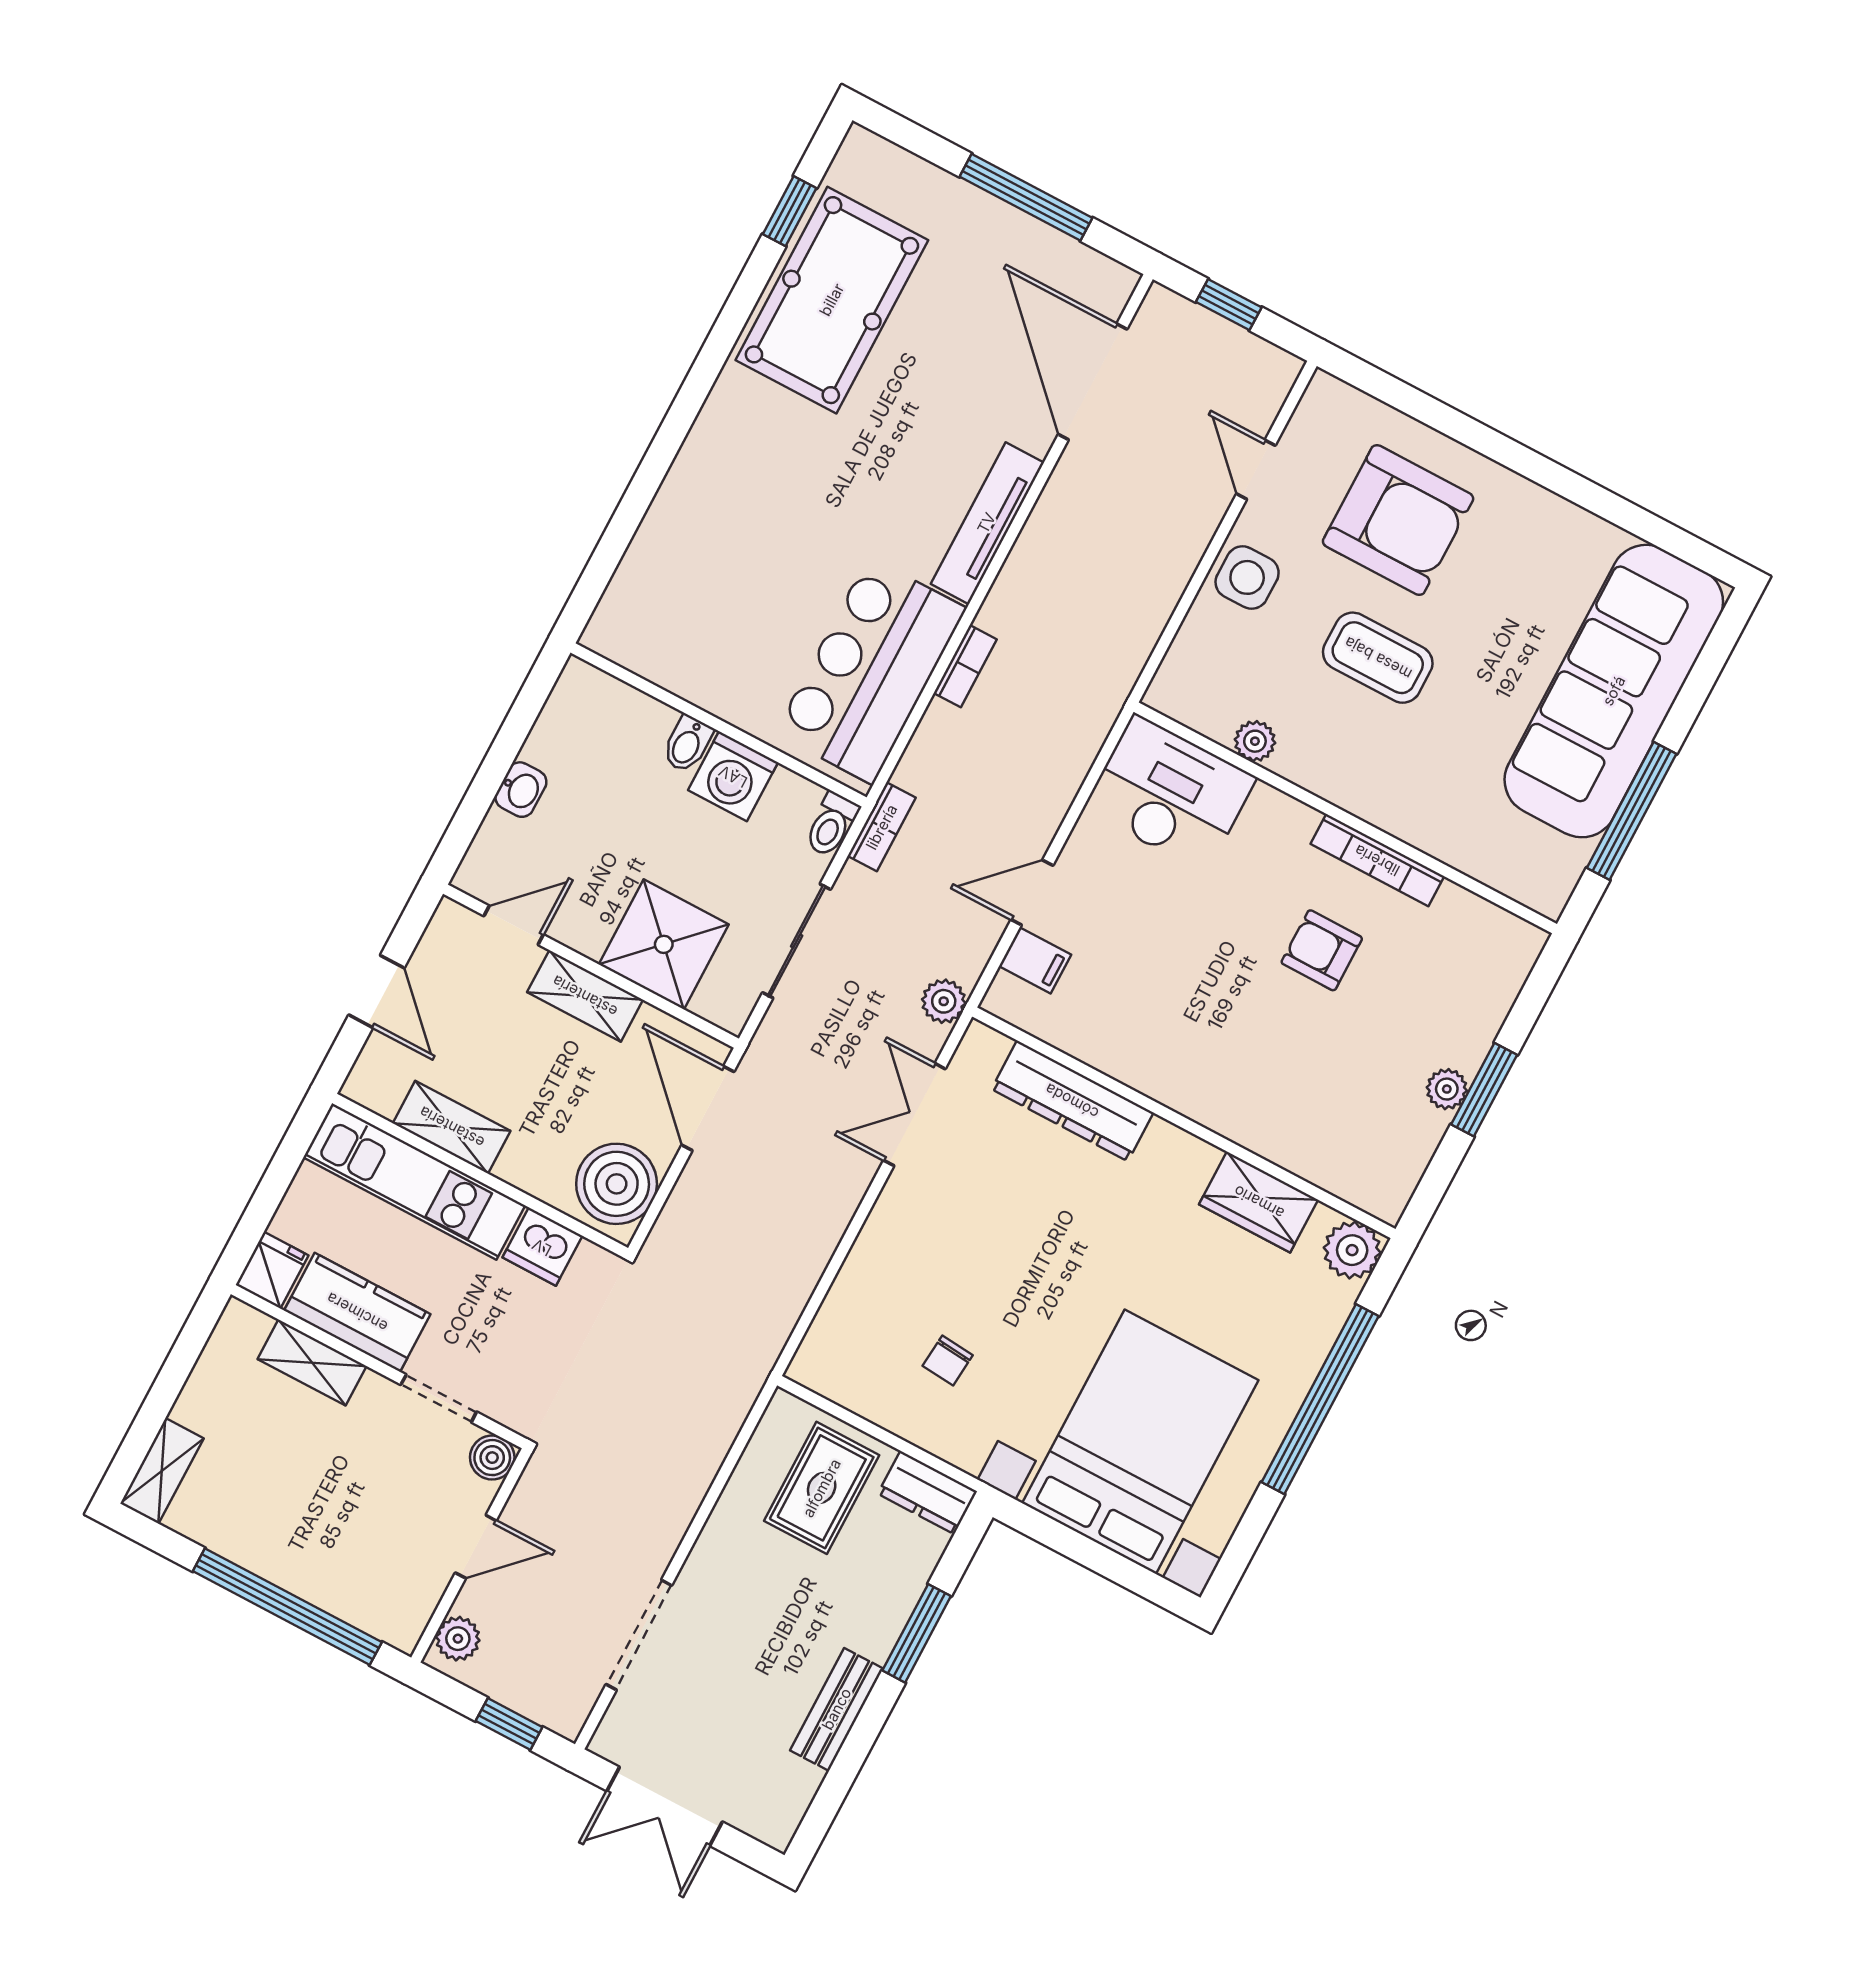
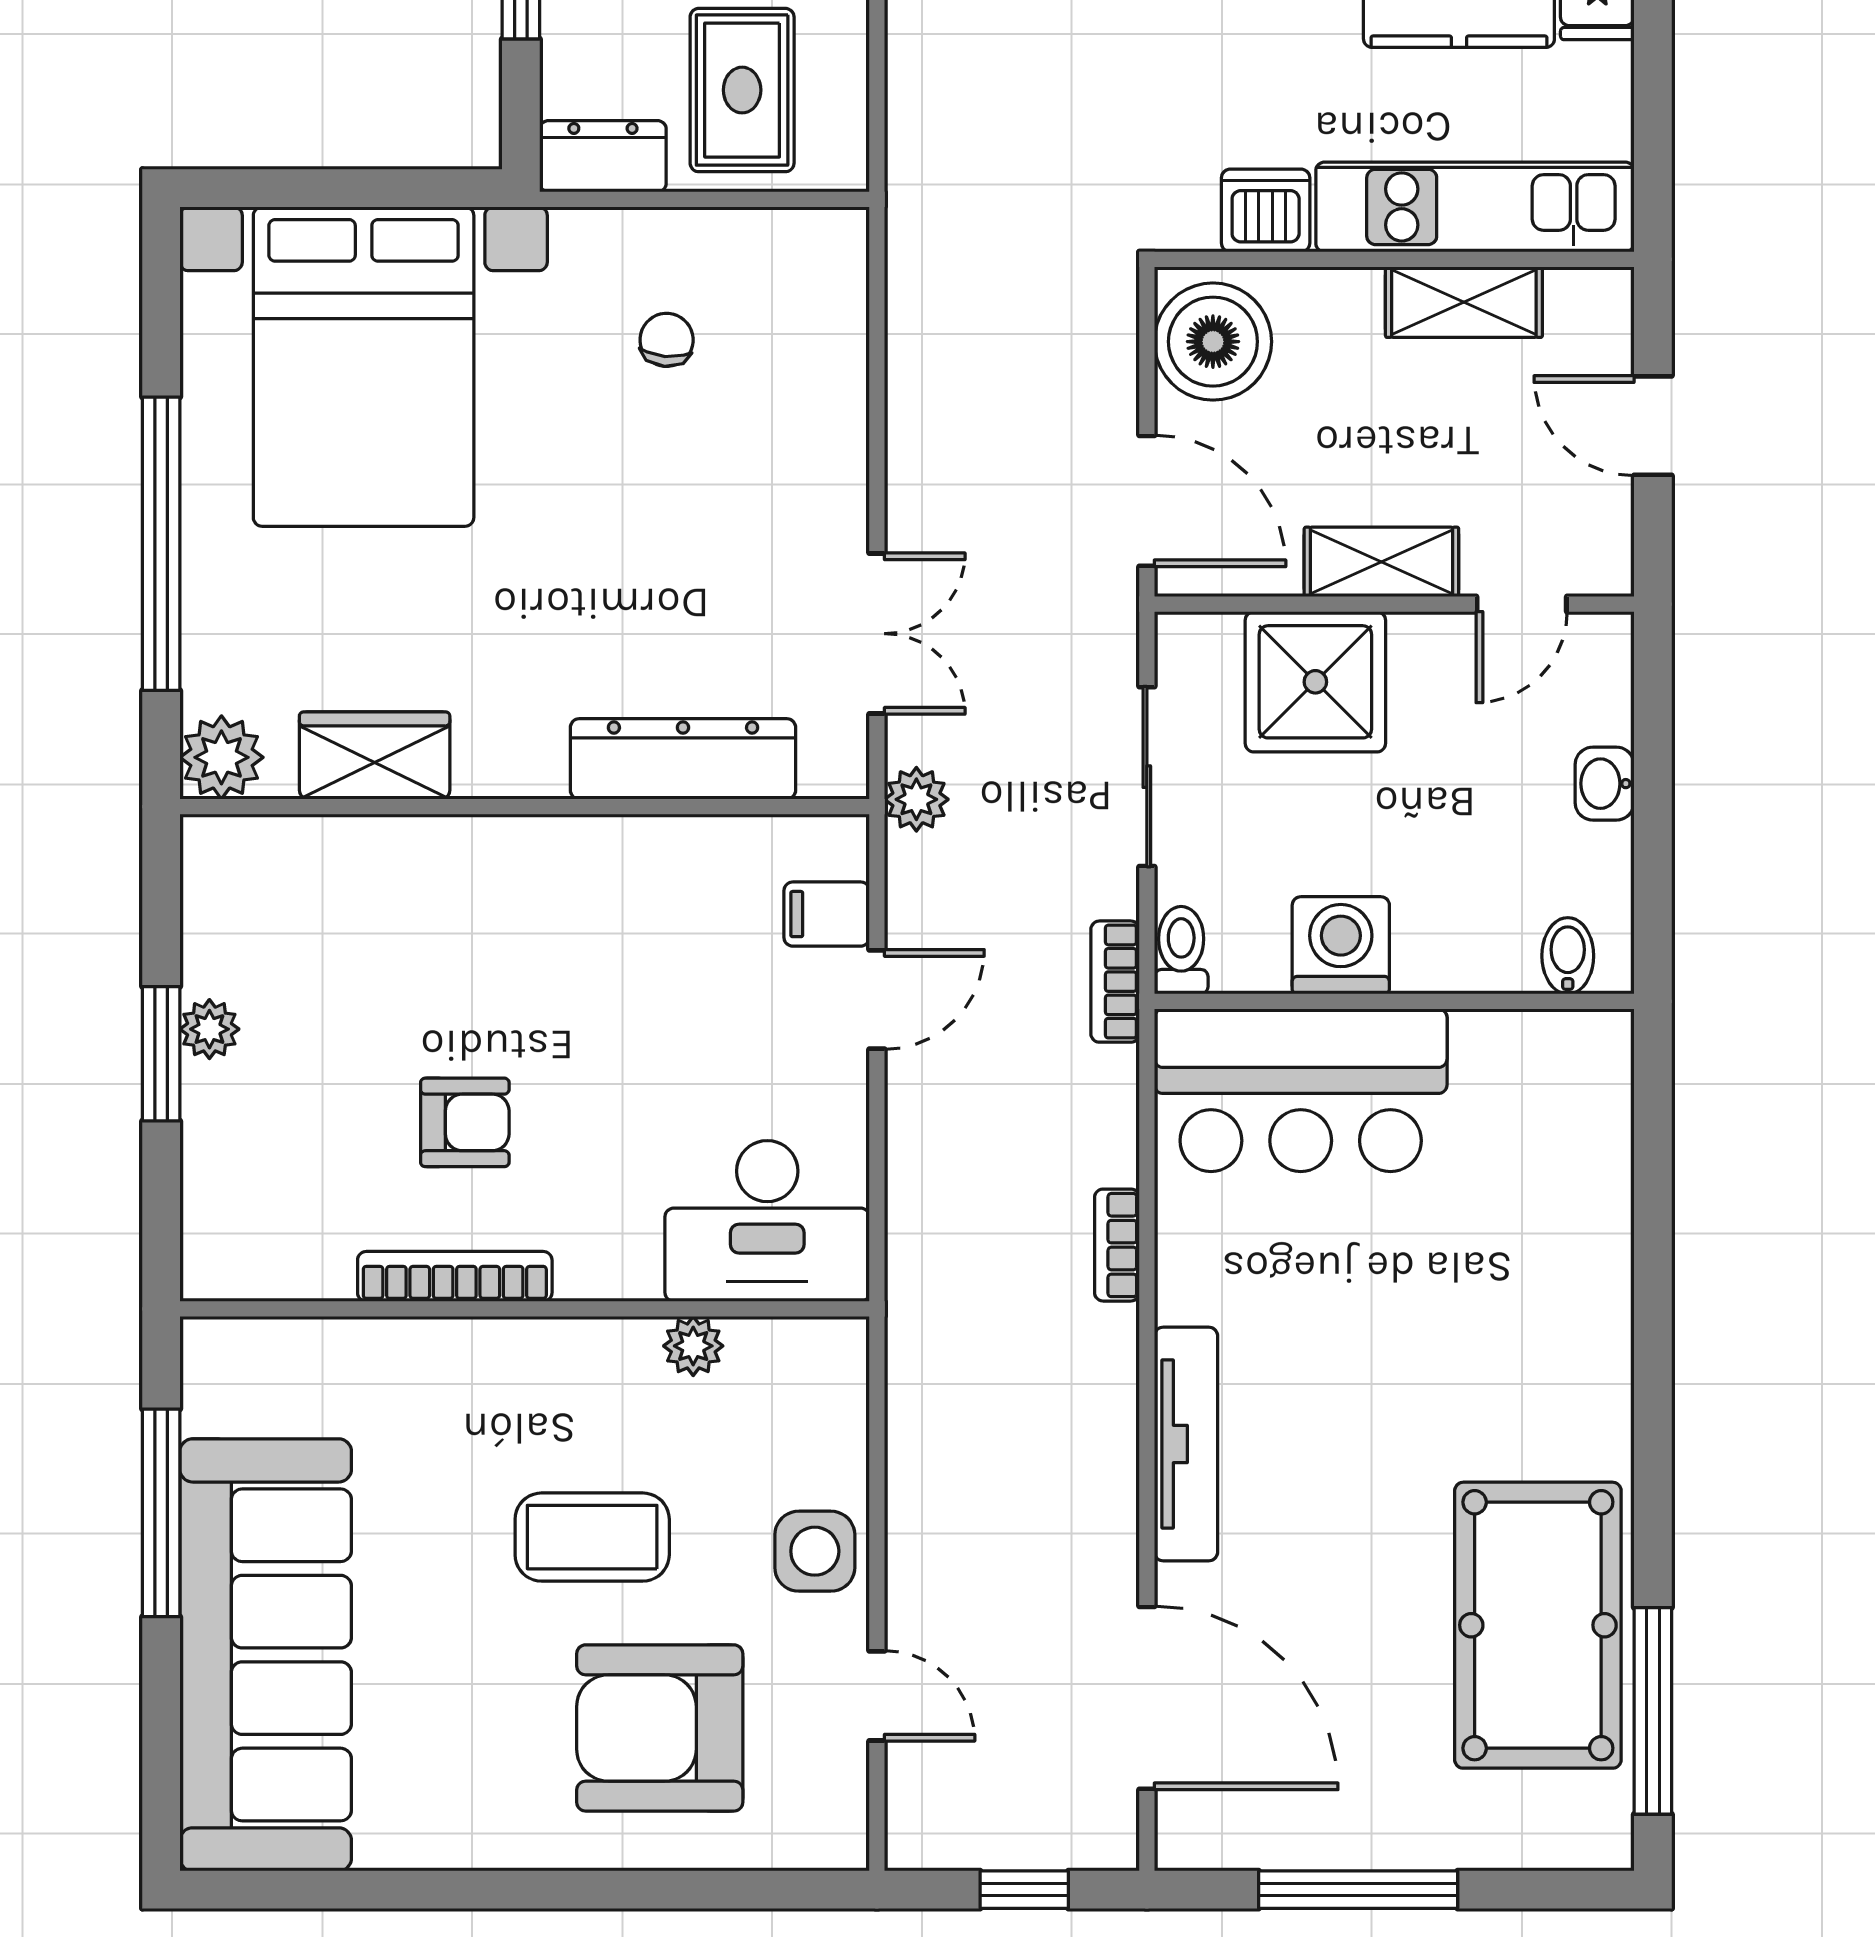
window: (790, 211) -> (1653, 1711), width x2.17
bar counter: (871, 671) -> (1301, 1090), moved, turned 90
bidet: (687, 744) -> (1568, 956), moved

